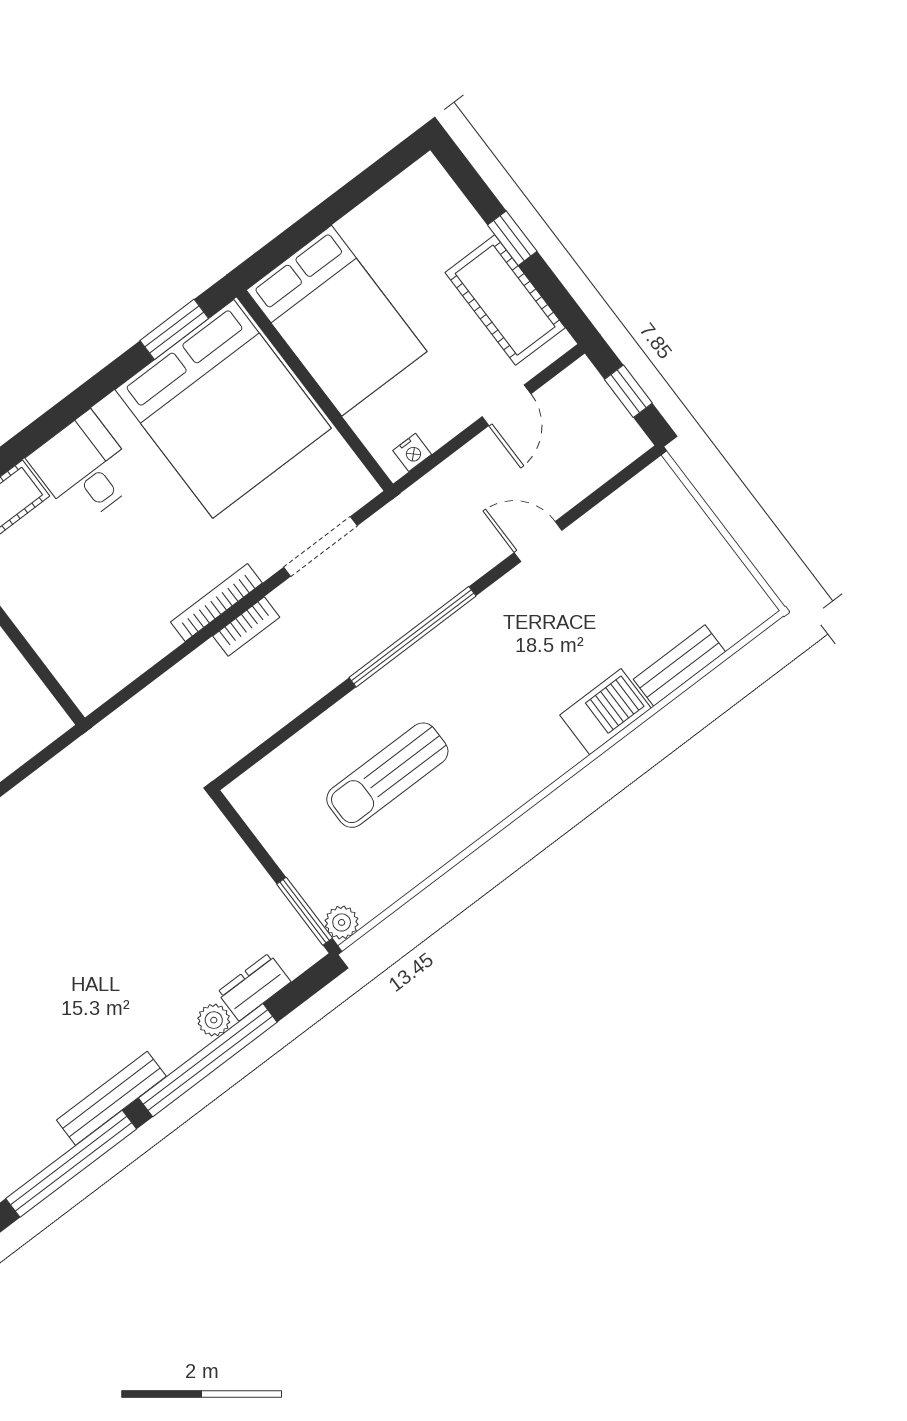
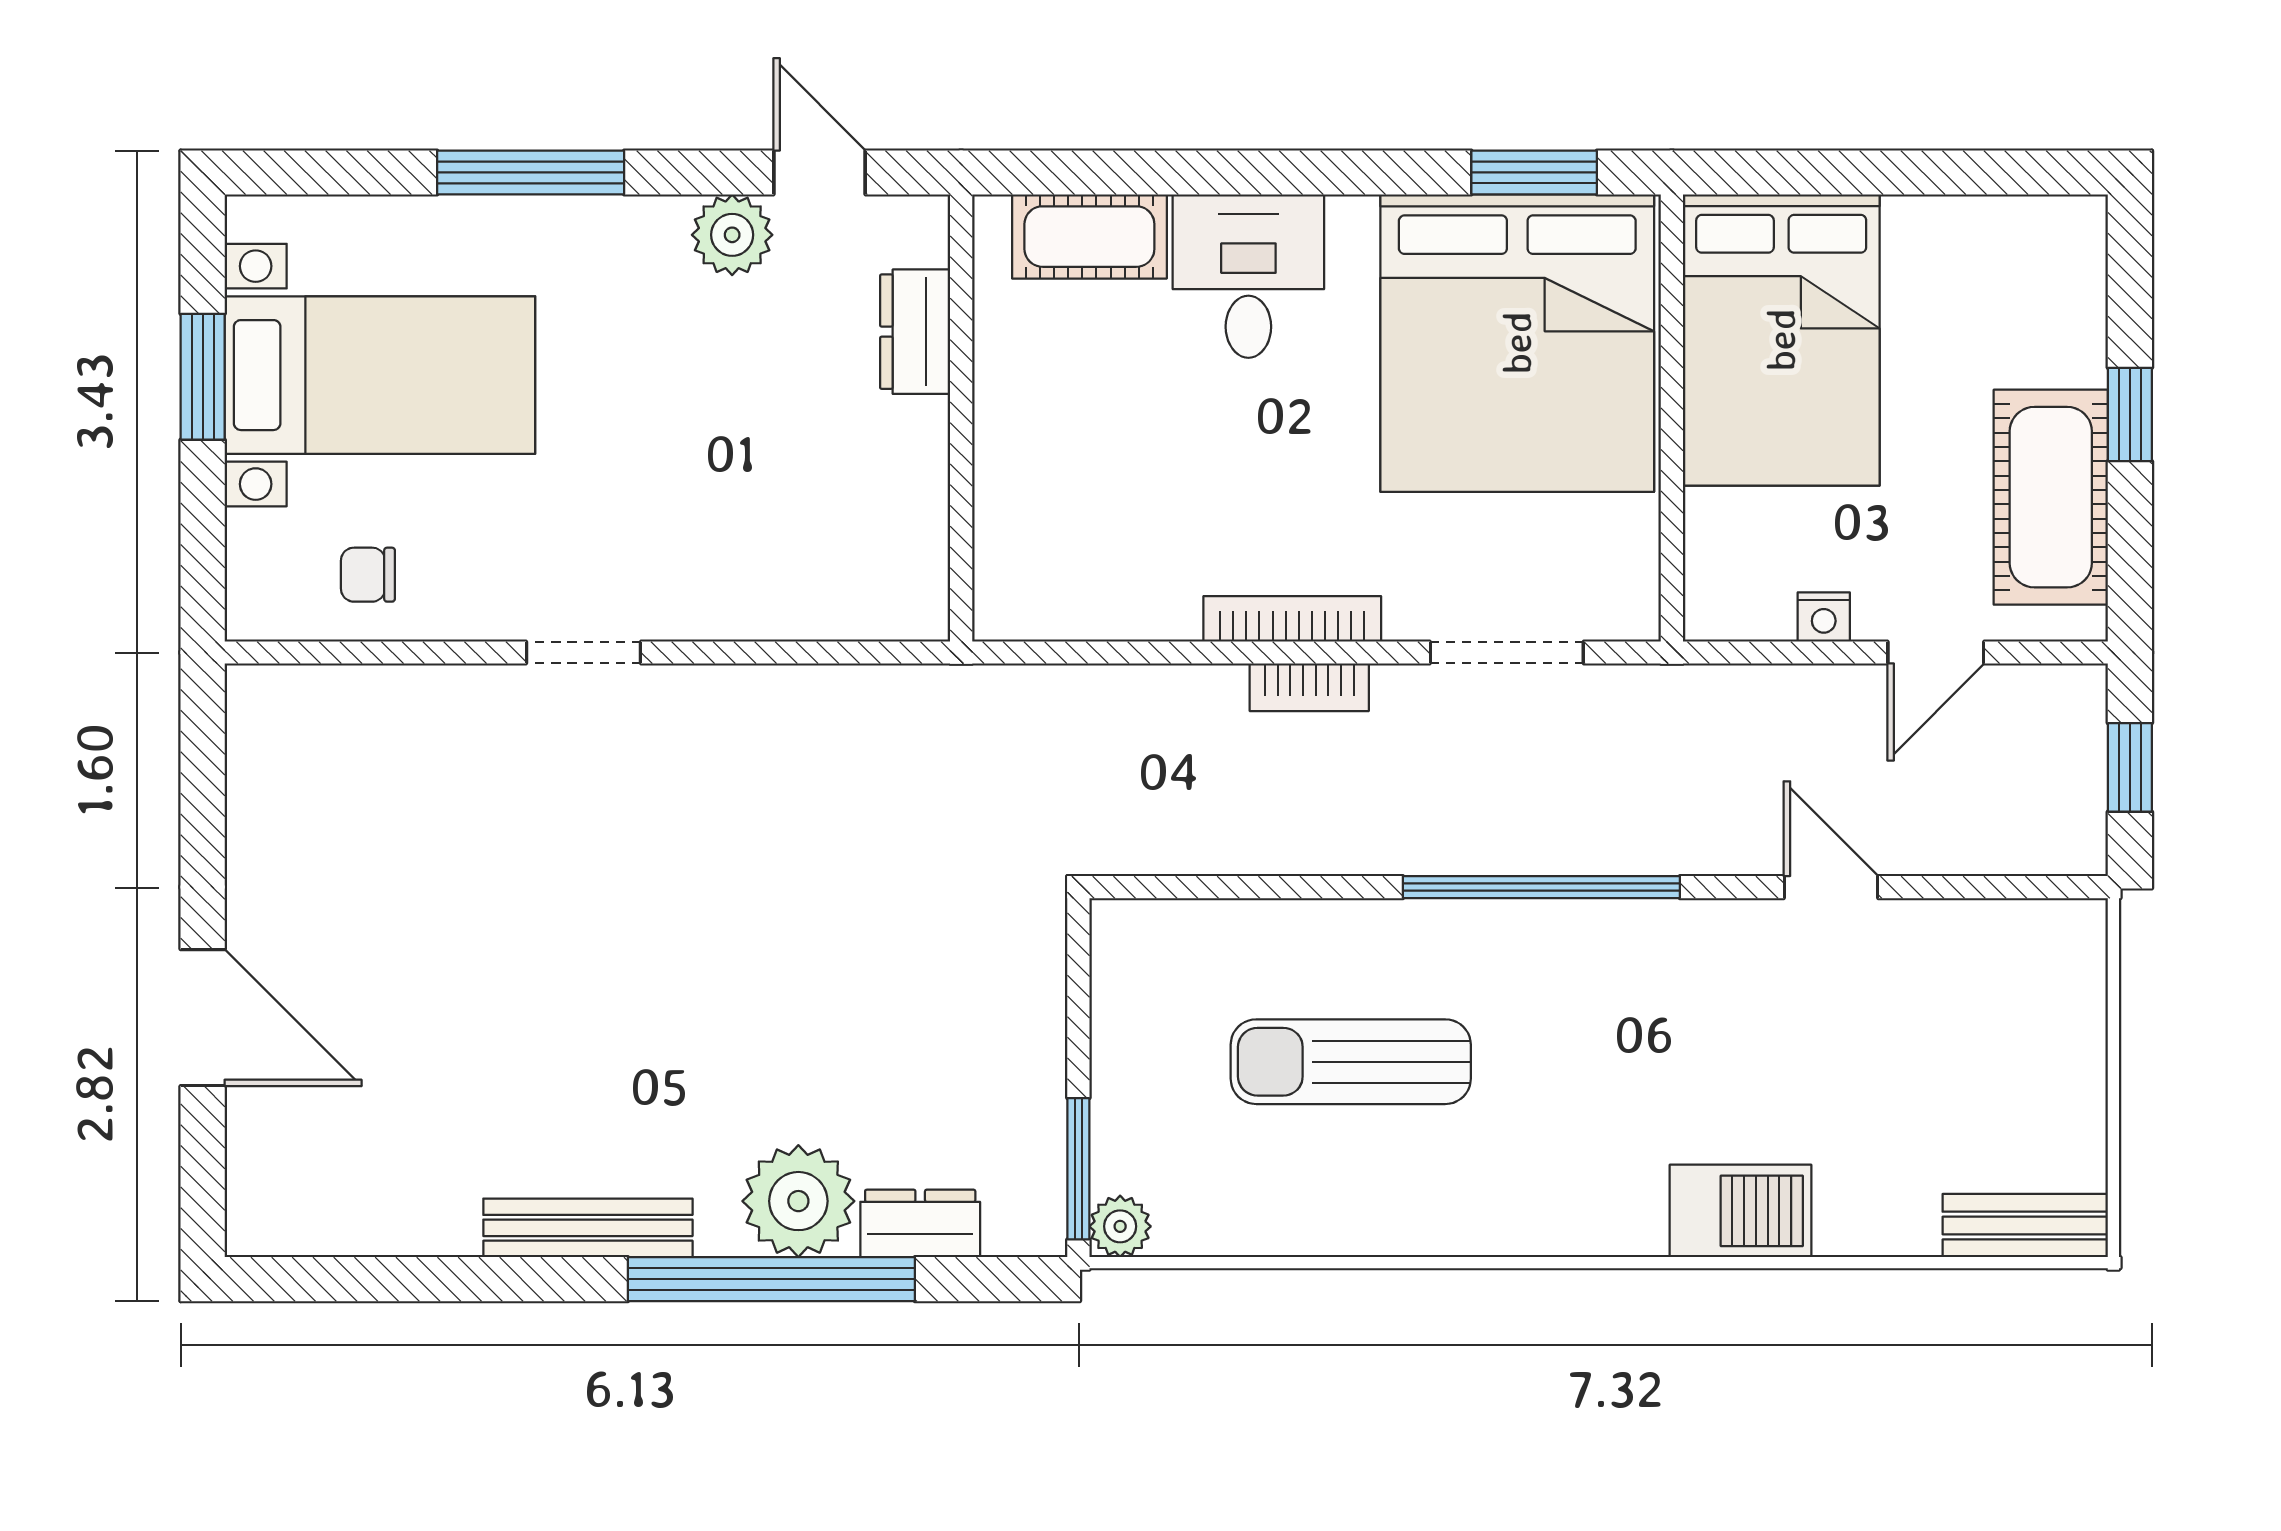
nightstand: (412, 452) -> (1824, 617), moved
bench: (679, 666) -> (2025, 1226), moved
plant: (214, 1020) -> (798, 1201), width x1.87, depth x1.87
window: (71, 1164) -> (456, 1279), removed

